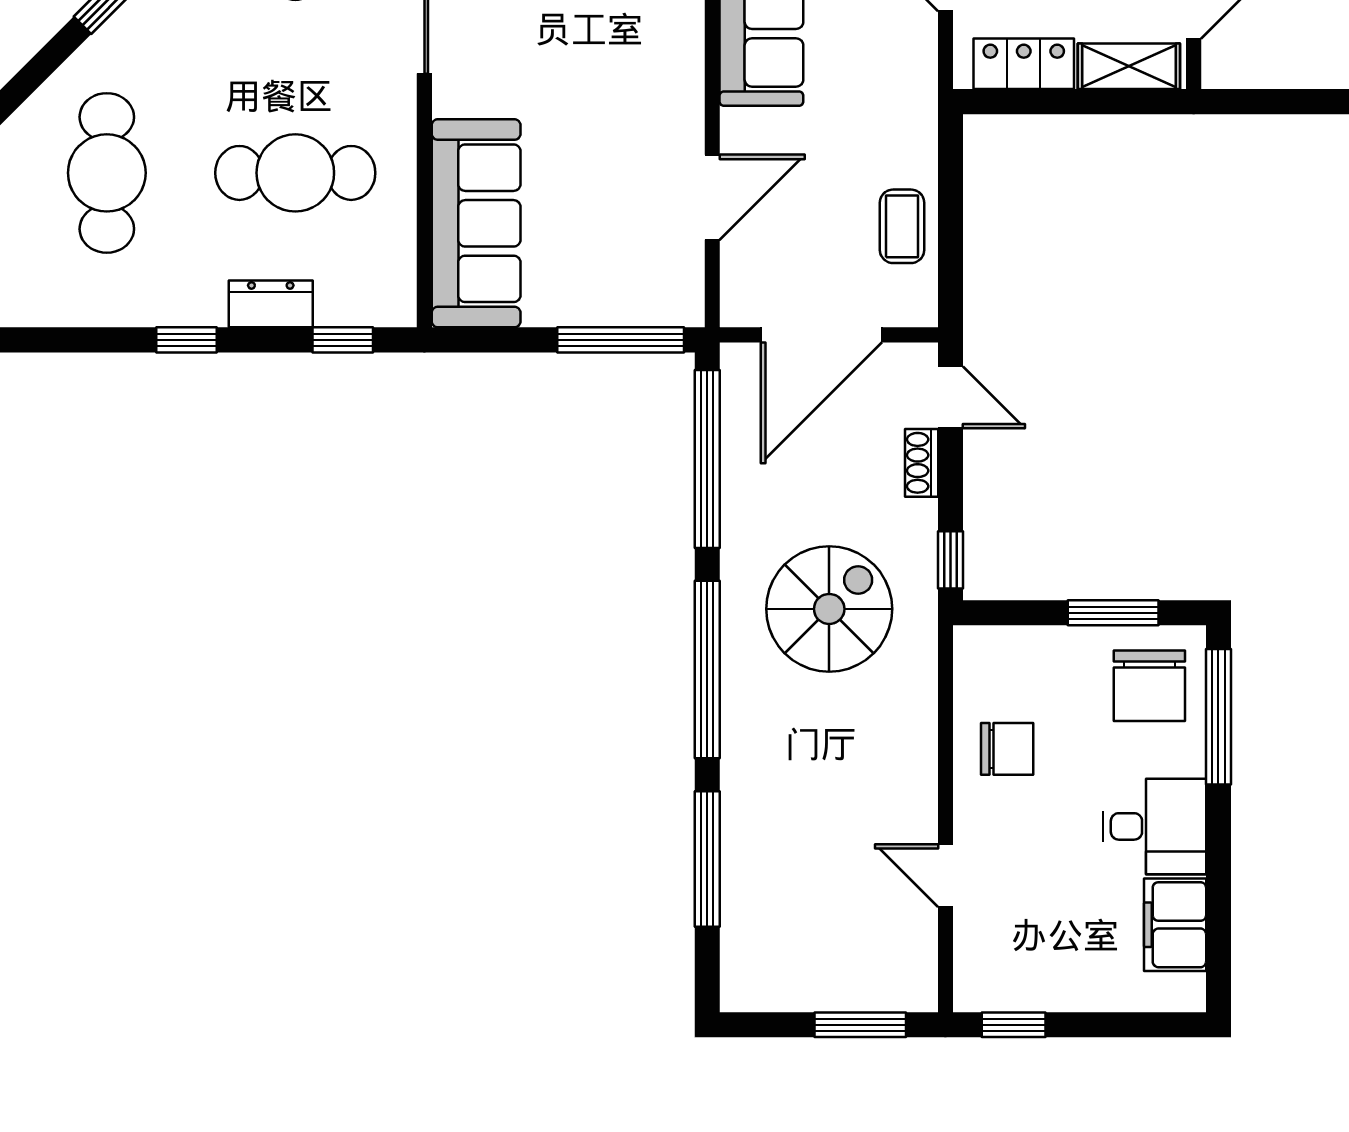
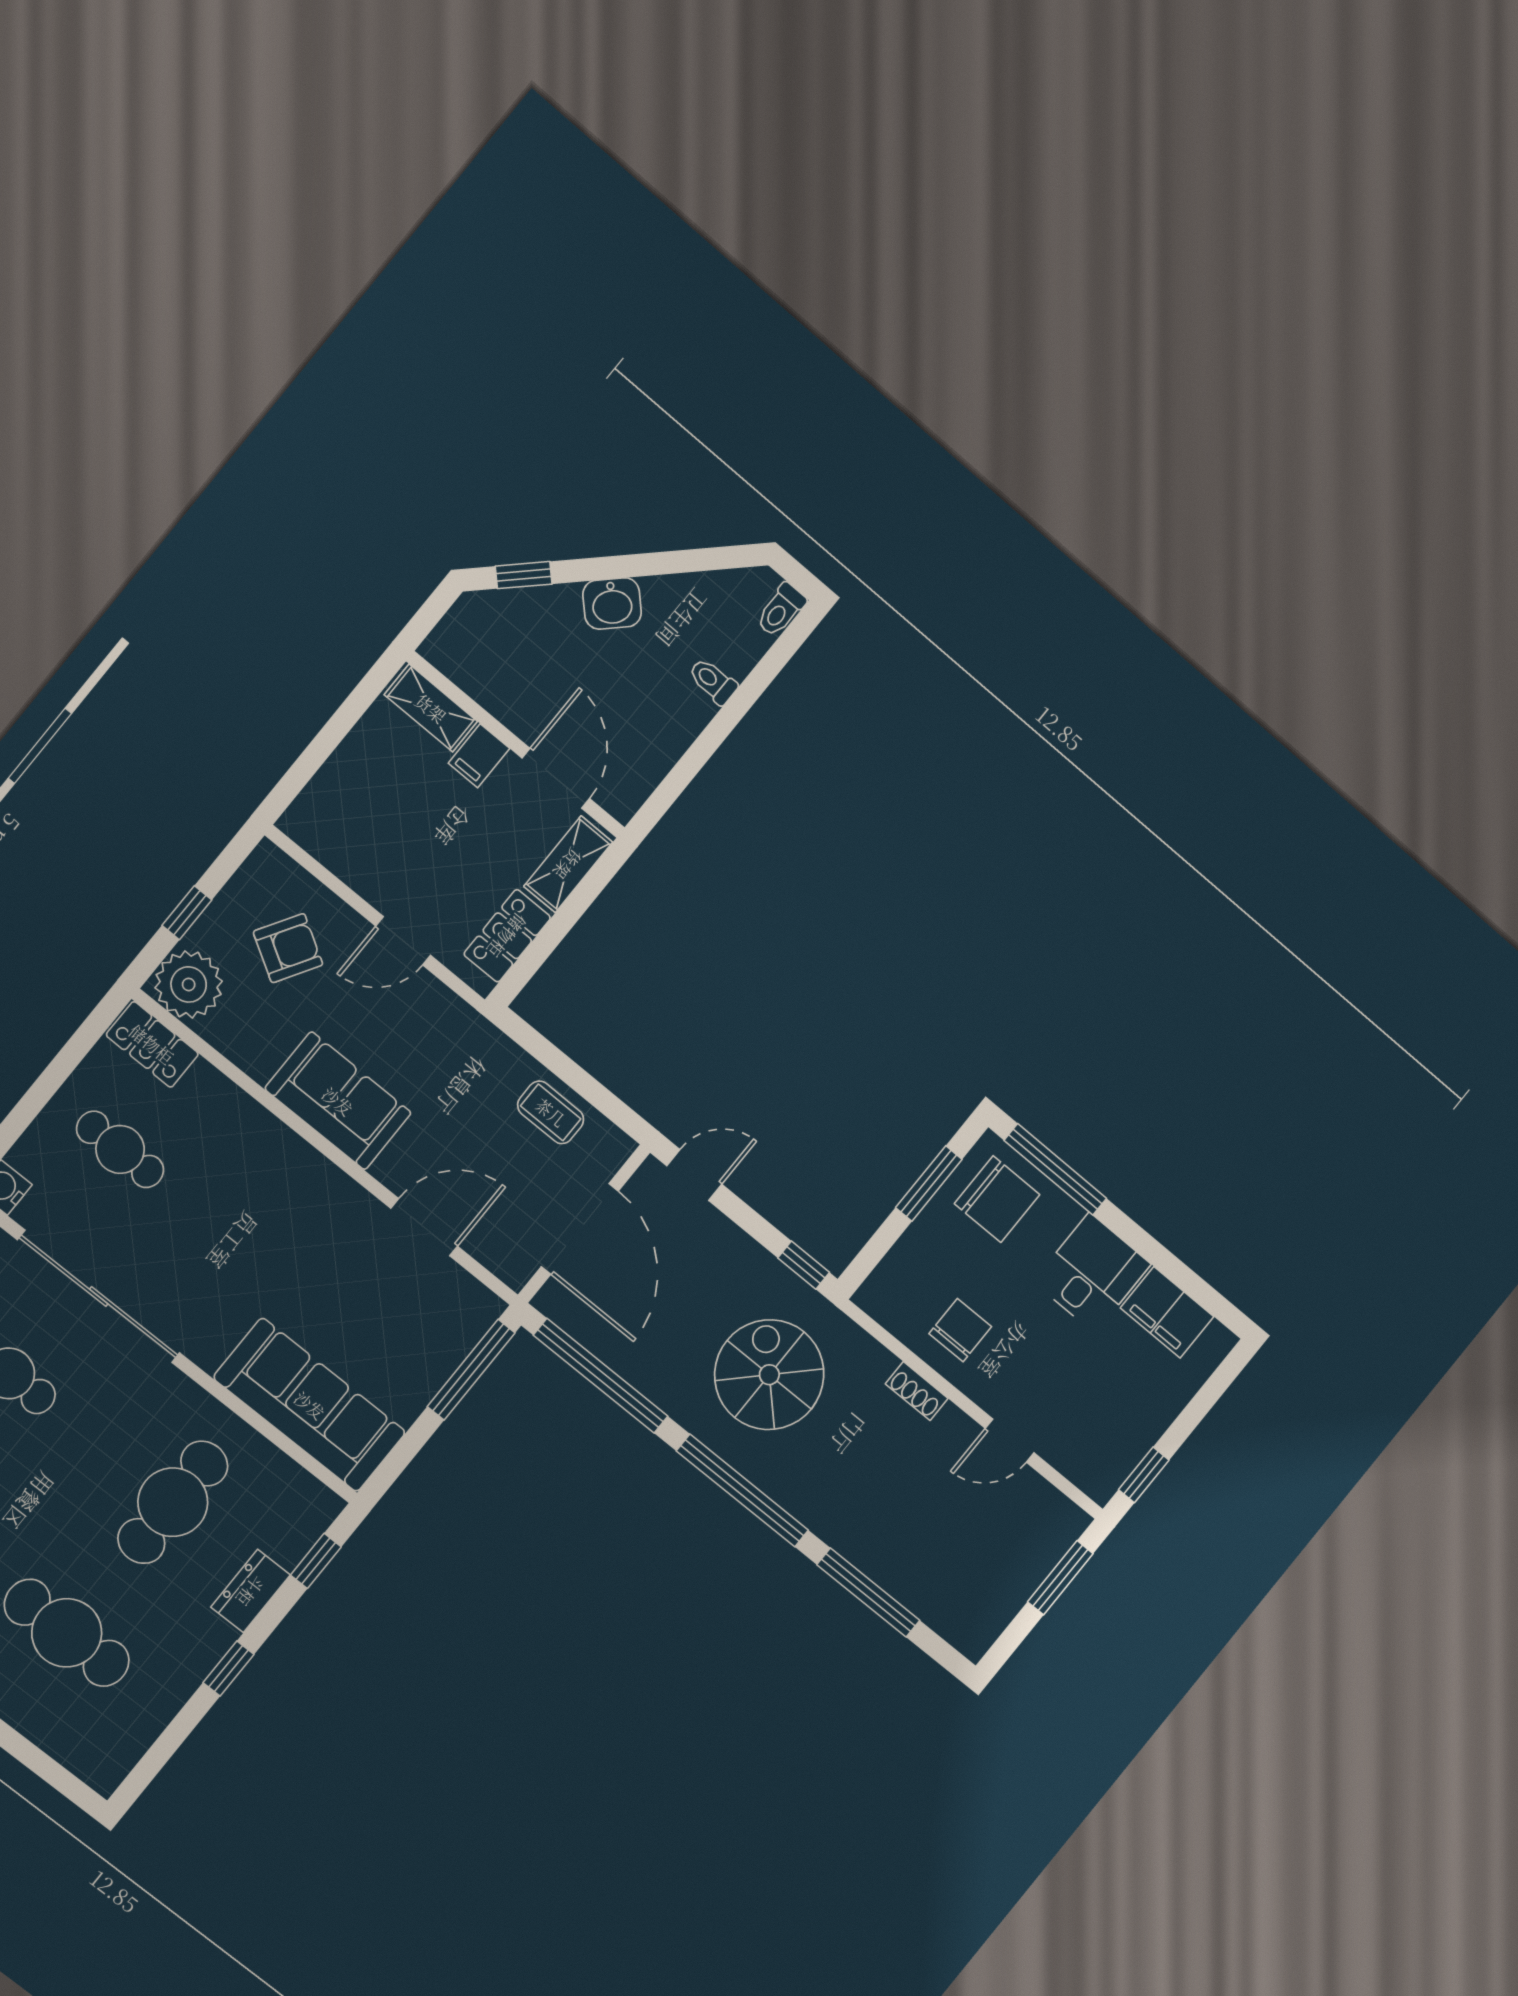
door: (712, 197) -> (424, 1227), hinge flipped
shoe rack: (922, 463) -> (917, 1391), moved

